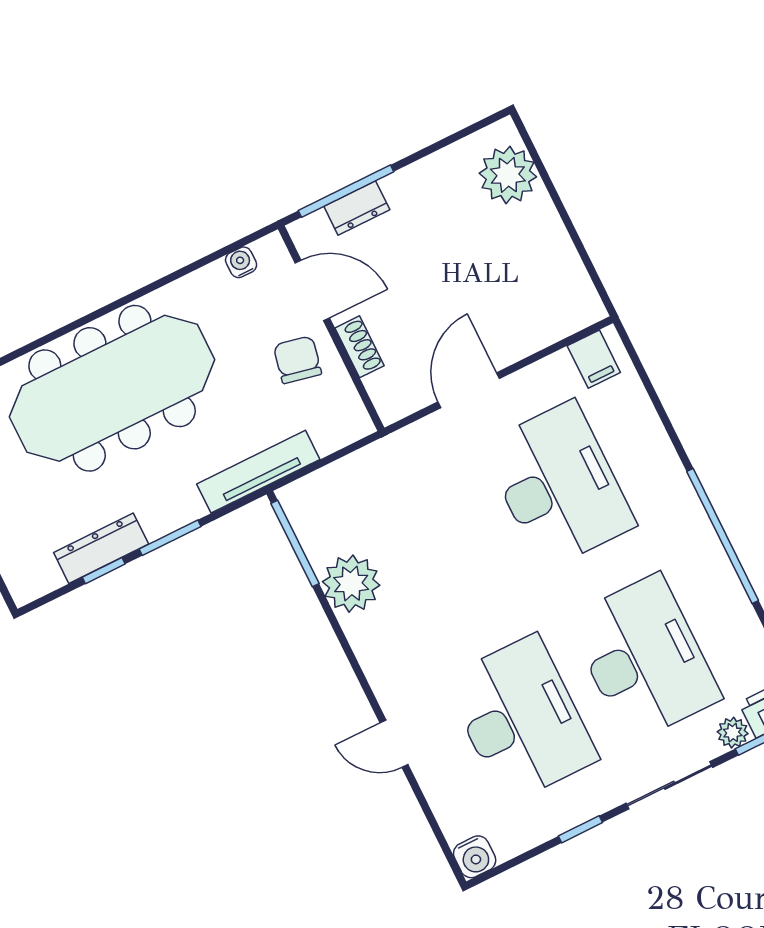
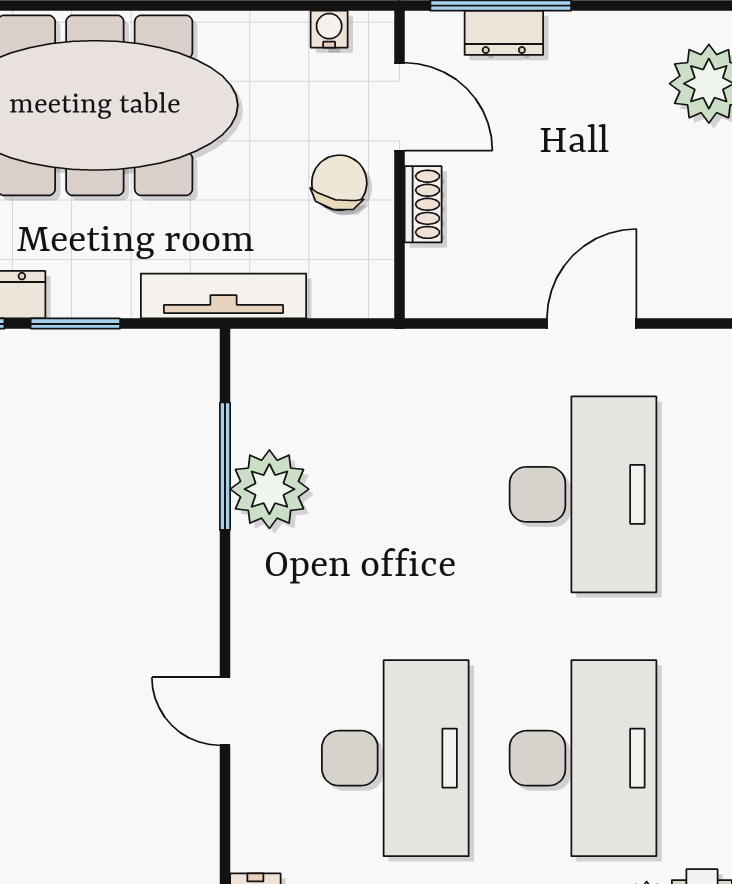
filing cabinet: (594, 359) -> (703, 361), removed
door: (469, 390) -> (592, 324), moved
window: (295, 543) -> (225, 466), moved

